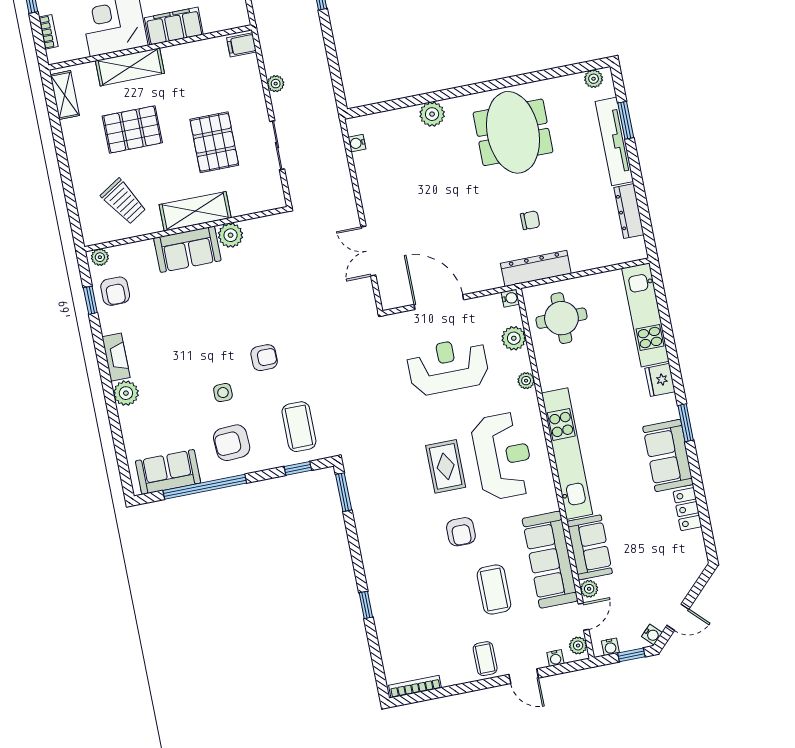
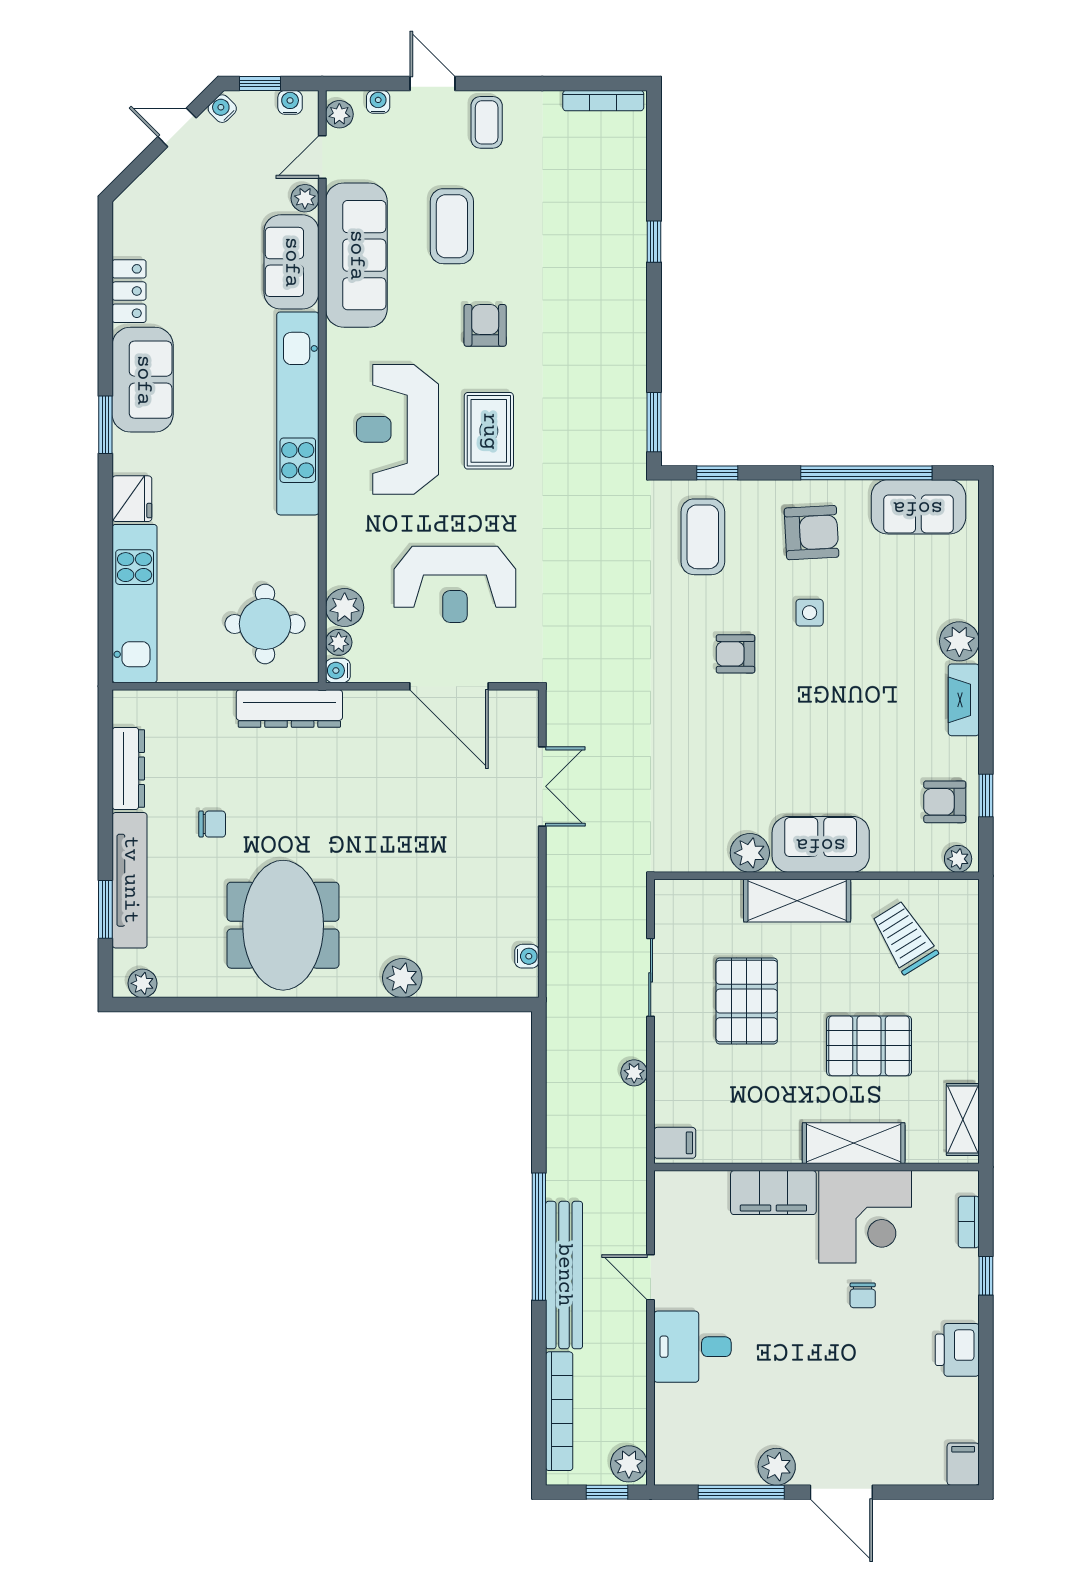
chair: (530, 220) -> (212, 824), moved, turned 180
armchair: (115, 291) -> (945, 802), turned -90
plant: (526, 381) -> (339, 642), moved

